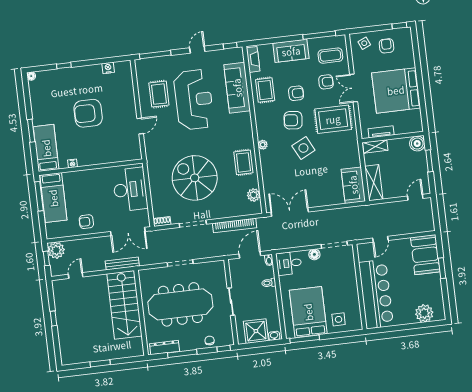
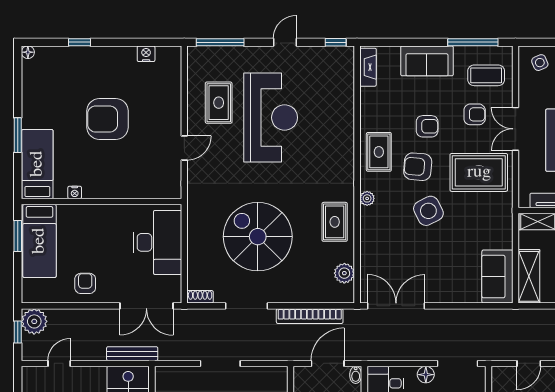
sofa: (237, 88) -> (338, 107), removed
rug: (265, 90) -> (379, 152), moved
window: (39, 196) -> (18, 236), width x0.69
armchair: (86, 222) -> (85, 283), turned 90

